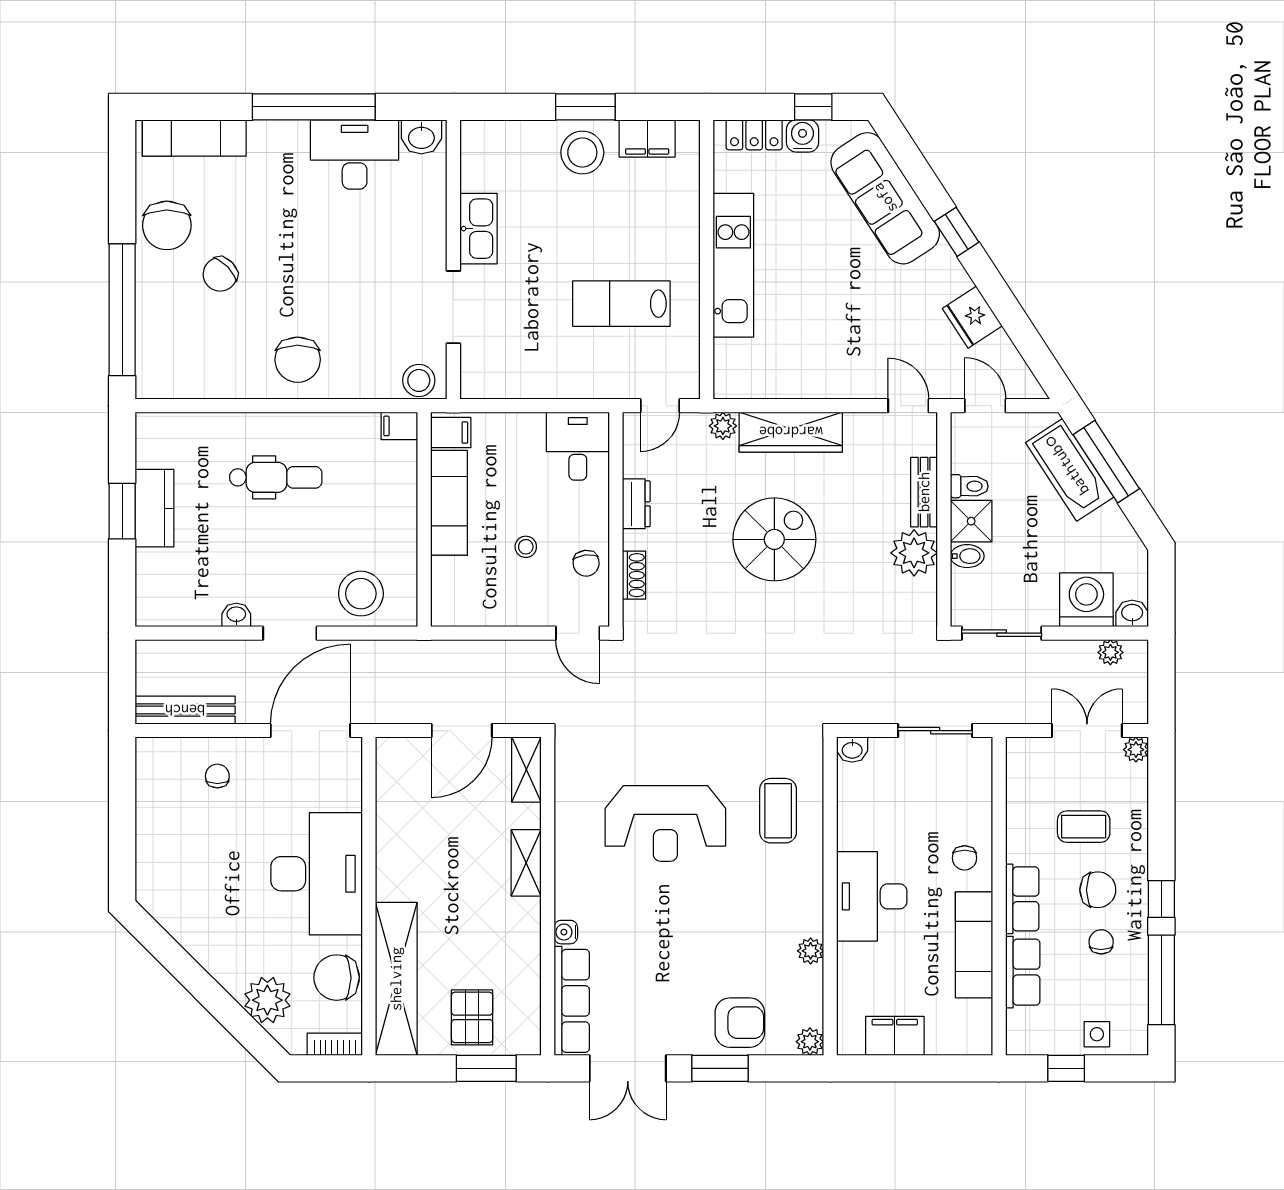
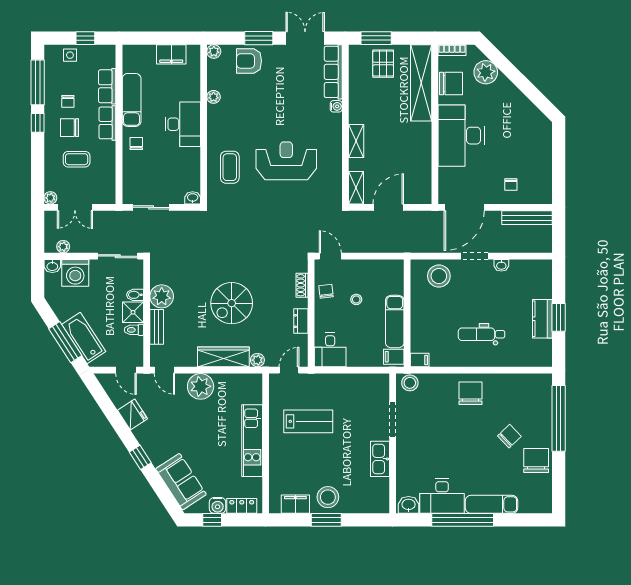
exam couch: (194, 138) -> (491, 504), moved
sofa: (885, 198) -> (181, 482), width x0.73
plant: (836, 373) -> (201, 386), added

